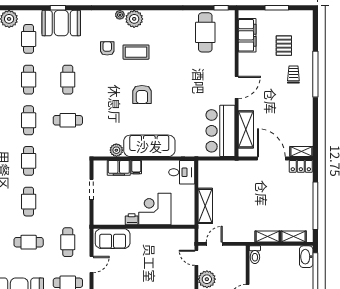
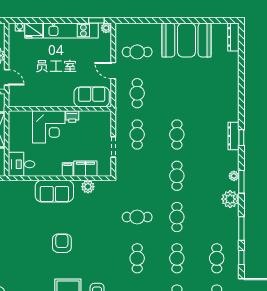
sofa: (149, 146) -> (54, 191), width x0.73
cafe table: (29, 242) -> (137, 134), moved, turned 90
door: (91, 264) -> (113, 71), hinge flipped

